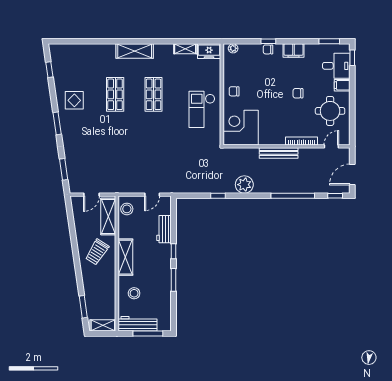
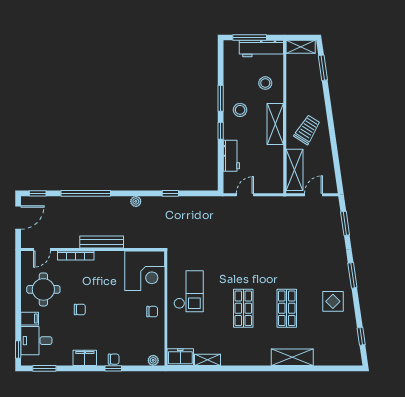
shelving: (135, 51) -> (292, 357), moved
plant: (244, 185) -> (136, 201), width x0.53, depth x0.53
stool: (127, 209) -> (240, 110), moved

